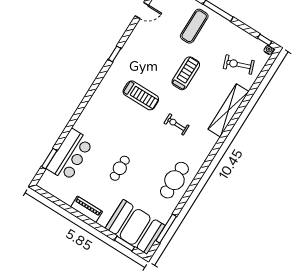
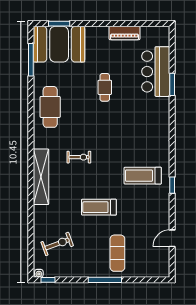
treadmill: (186, 73) -> (99, 207), turned 90
treadmill: (141, 95) -> (143, 176), moved
shelving: (228, 110) -> (41, 177), moved
window: (49, 159) -> (172, 84), moved
piano: (87, 209) -> (125, 33), moved

